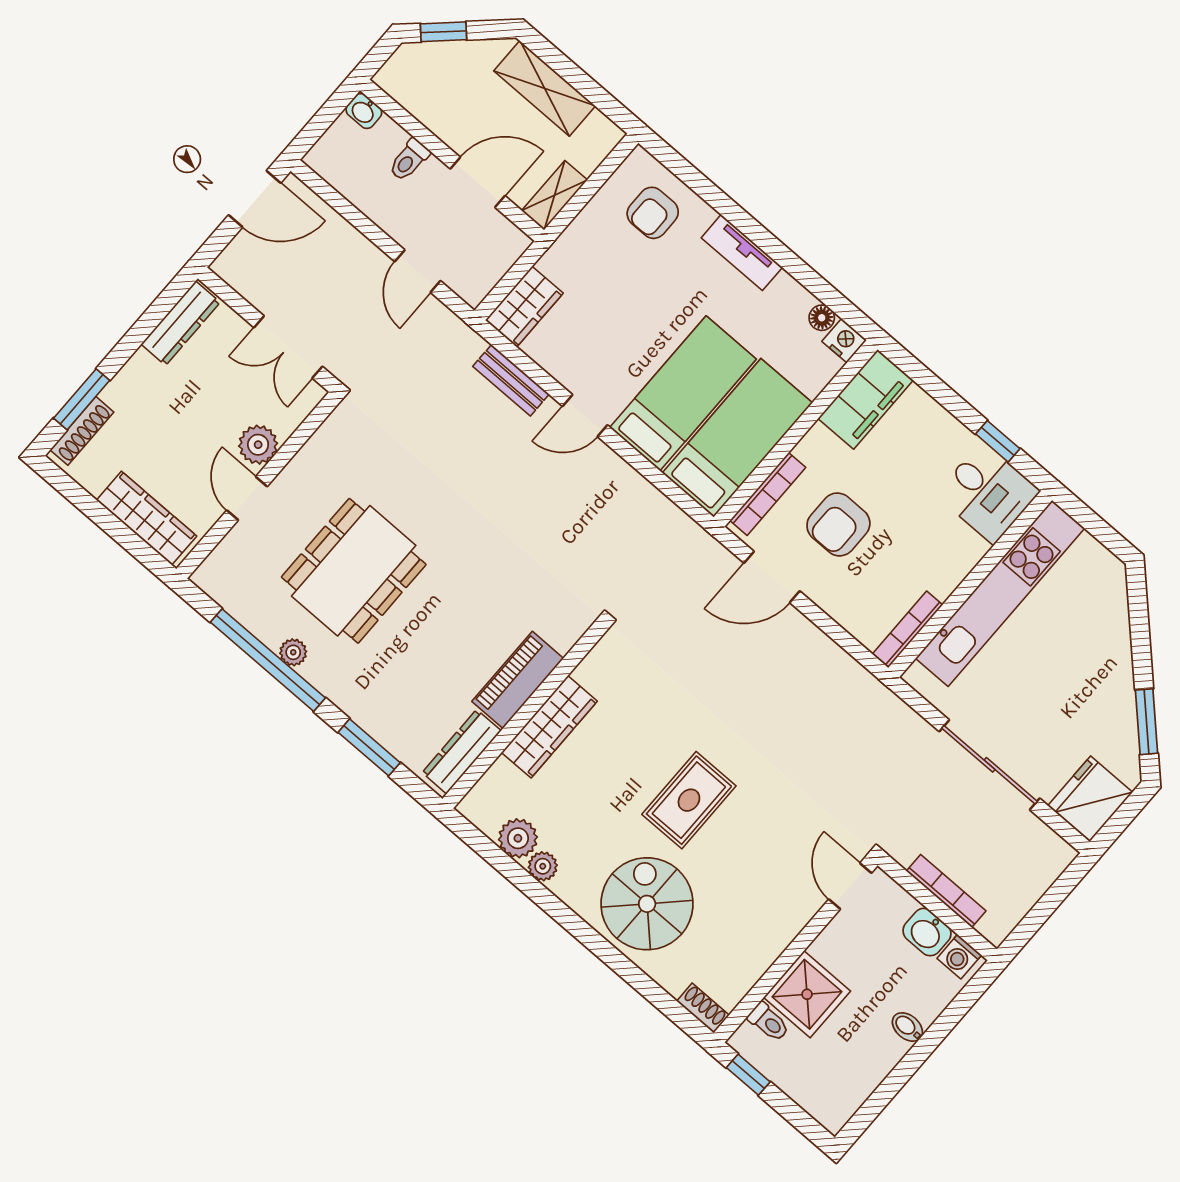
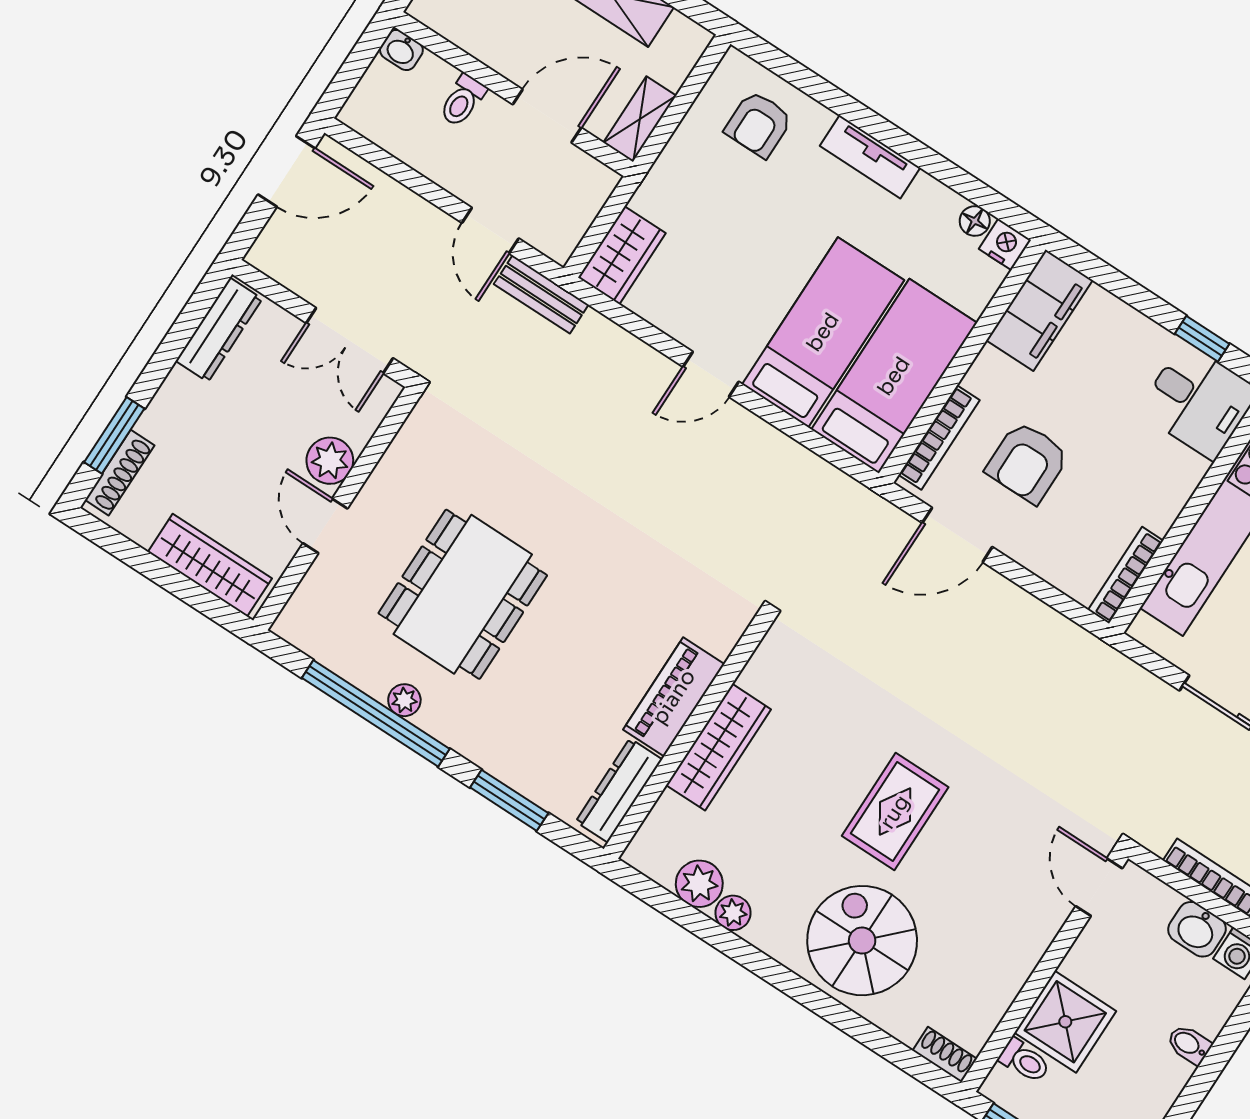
bench: (511, 380) -> (541, 294), moved

